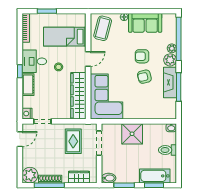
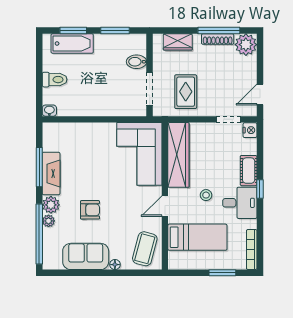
armchair: (144, 77) -> (87, 182), removed
shower: (132, 134) -> (104, 102), removed
bidet: (109, 178) -> (136, 62), moved

